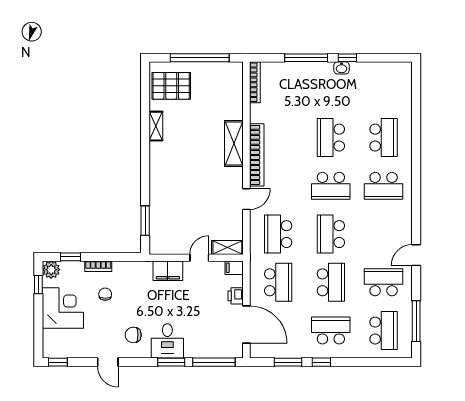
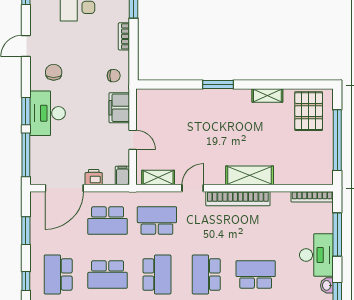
window: (306, 58) -> (337, 235), moved
desk: (312, 78) -> (316, 255), added
door: (246, 199) -> (193, 188), swing flipped
window: (145, 221) -> (218, 85), moved
school desk: (331, 234) -> (157, 274), turned 90
shelving: (227, 247) -> (158, 178), moved, turned 90
chair: (105, 294) -> (114, 76), moved
school desk: (331, 331) -> (58, 274), turned 180
desk: (167, 341) -> (48, 113), width x1.37
window: (321, 362) -> (26, 281), moved

